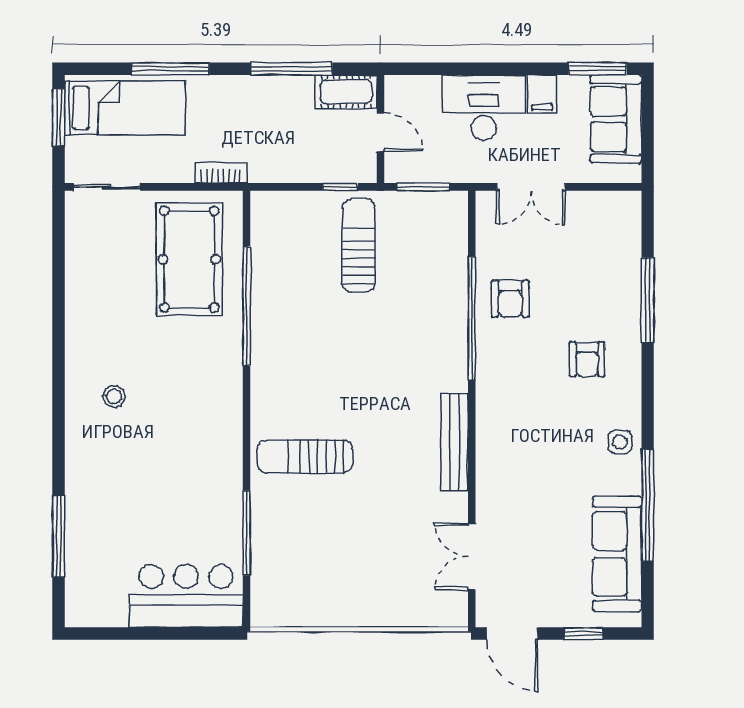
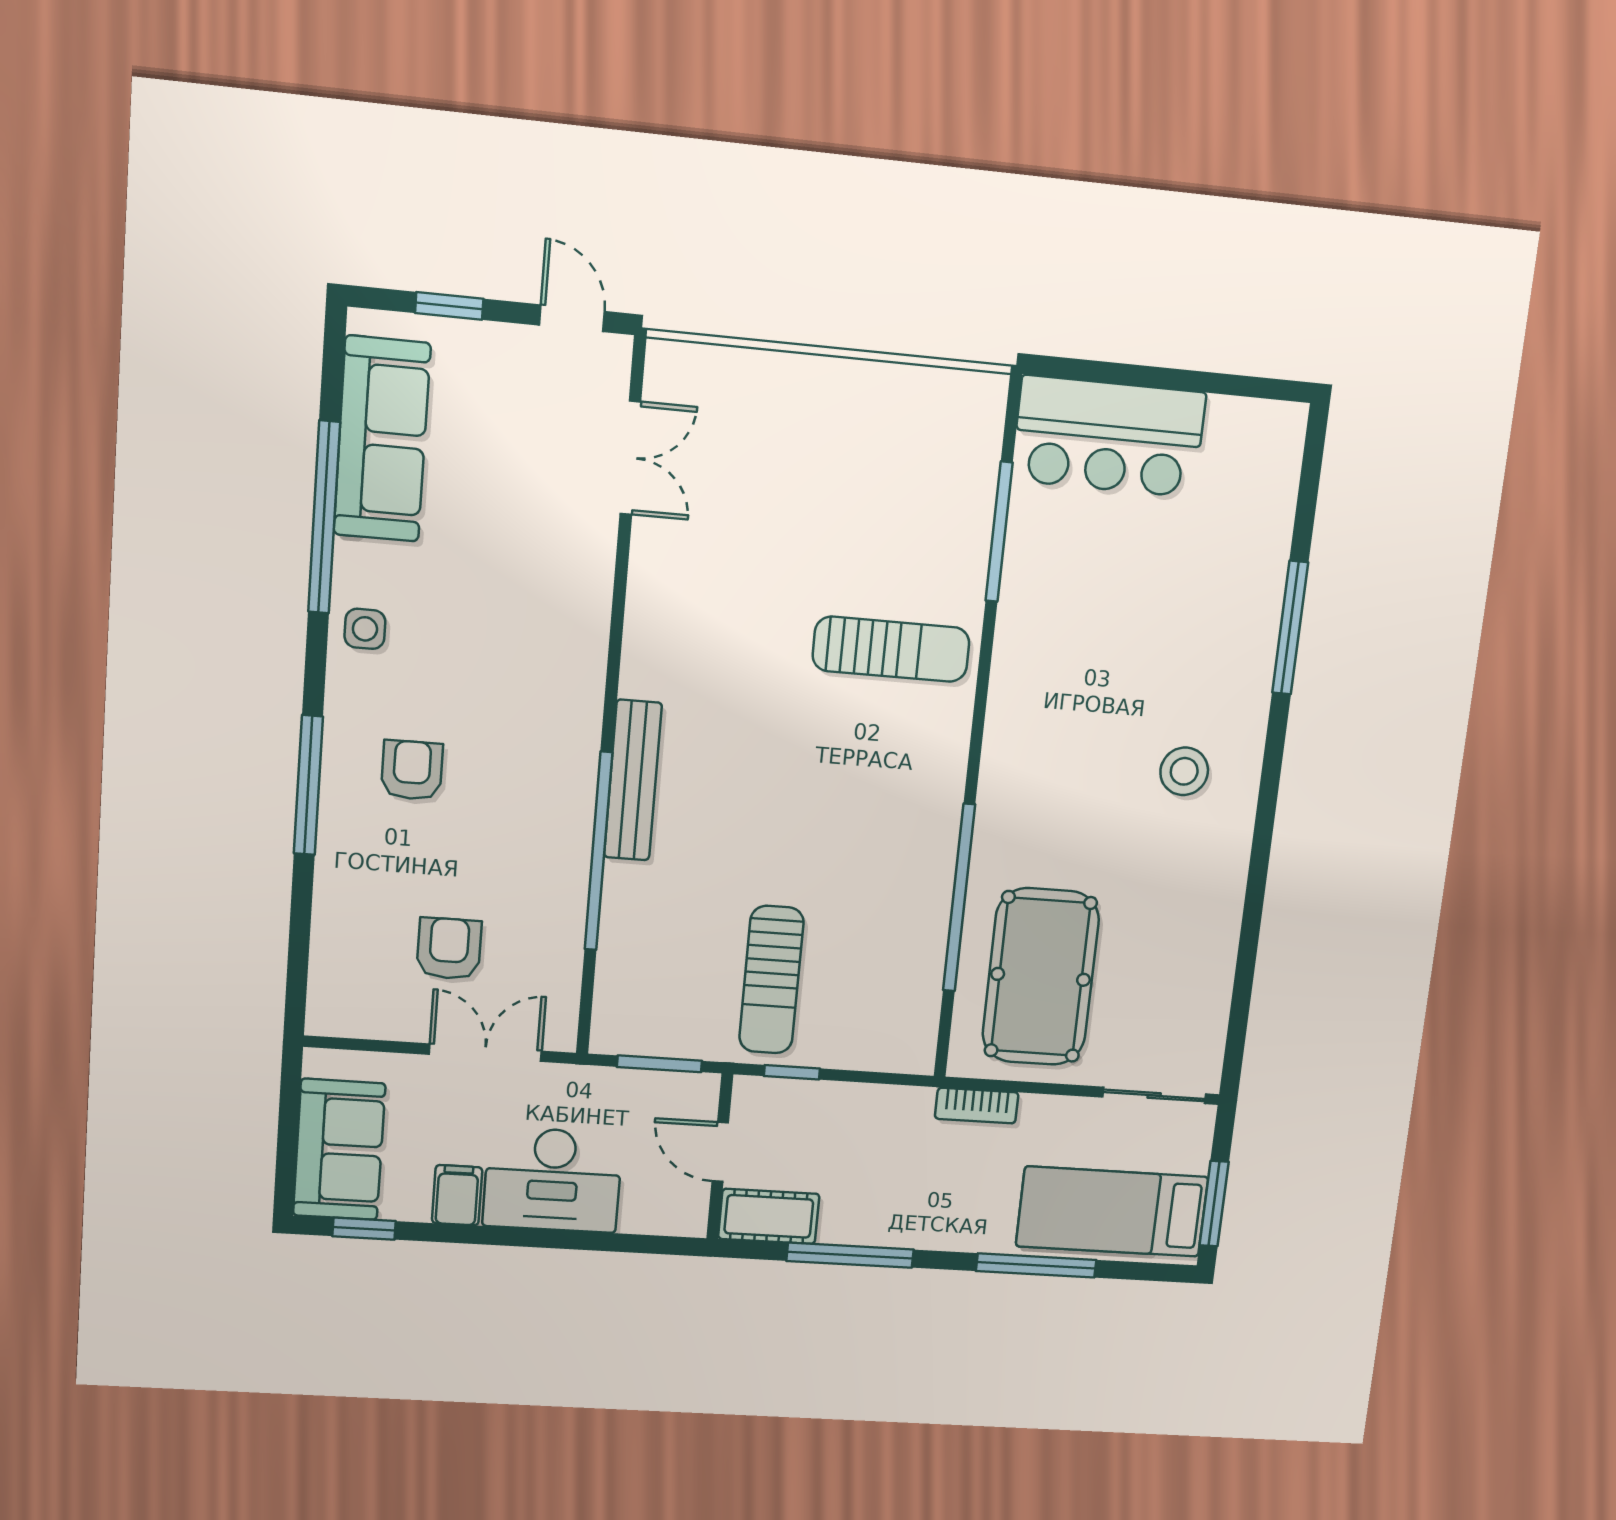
window: (598, 69) -> (364, 1229), width x0.67
armchair: (510, 299) -> (449, 949), moved
window: (648, 300) -> (308, 785), moved
stool: (114, 396) -> (1184, 771), width x1.37, depth x1.37
bench: (454, 442) -> (633, 780), moved
window: (59, 536) -> (1290, 628), moved
door: (512, 634) -> (572, 318), width x0.73

